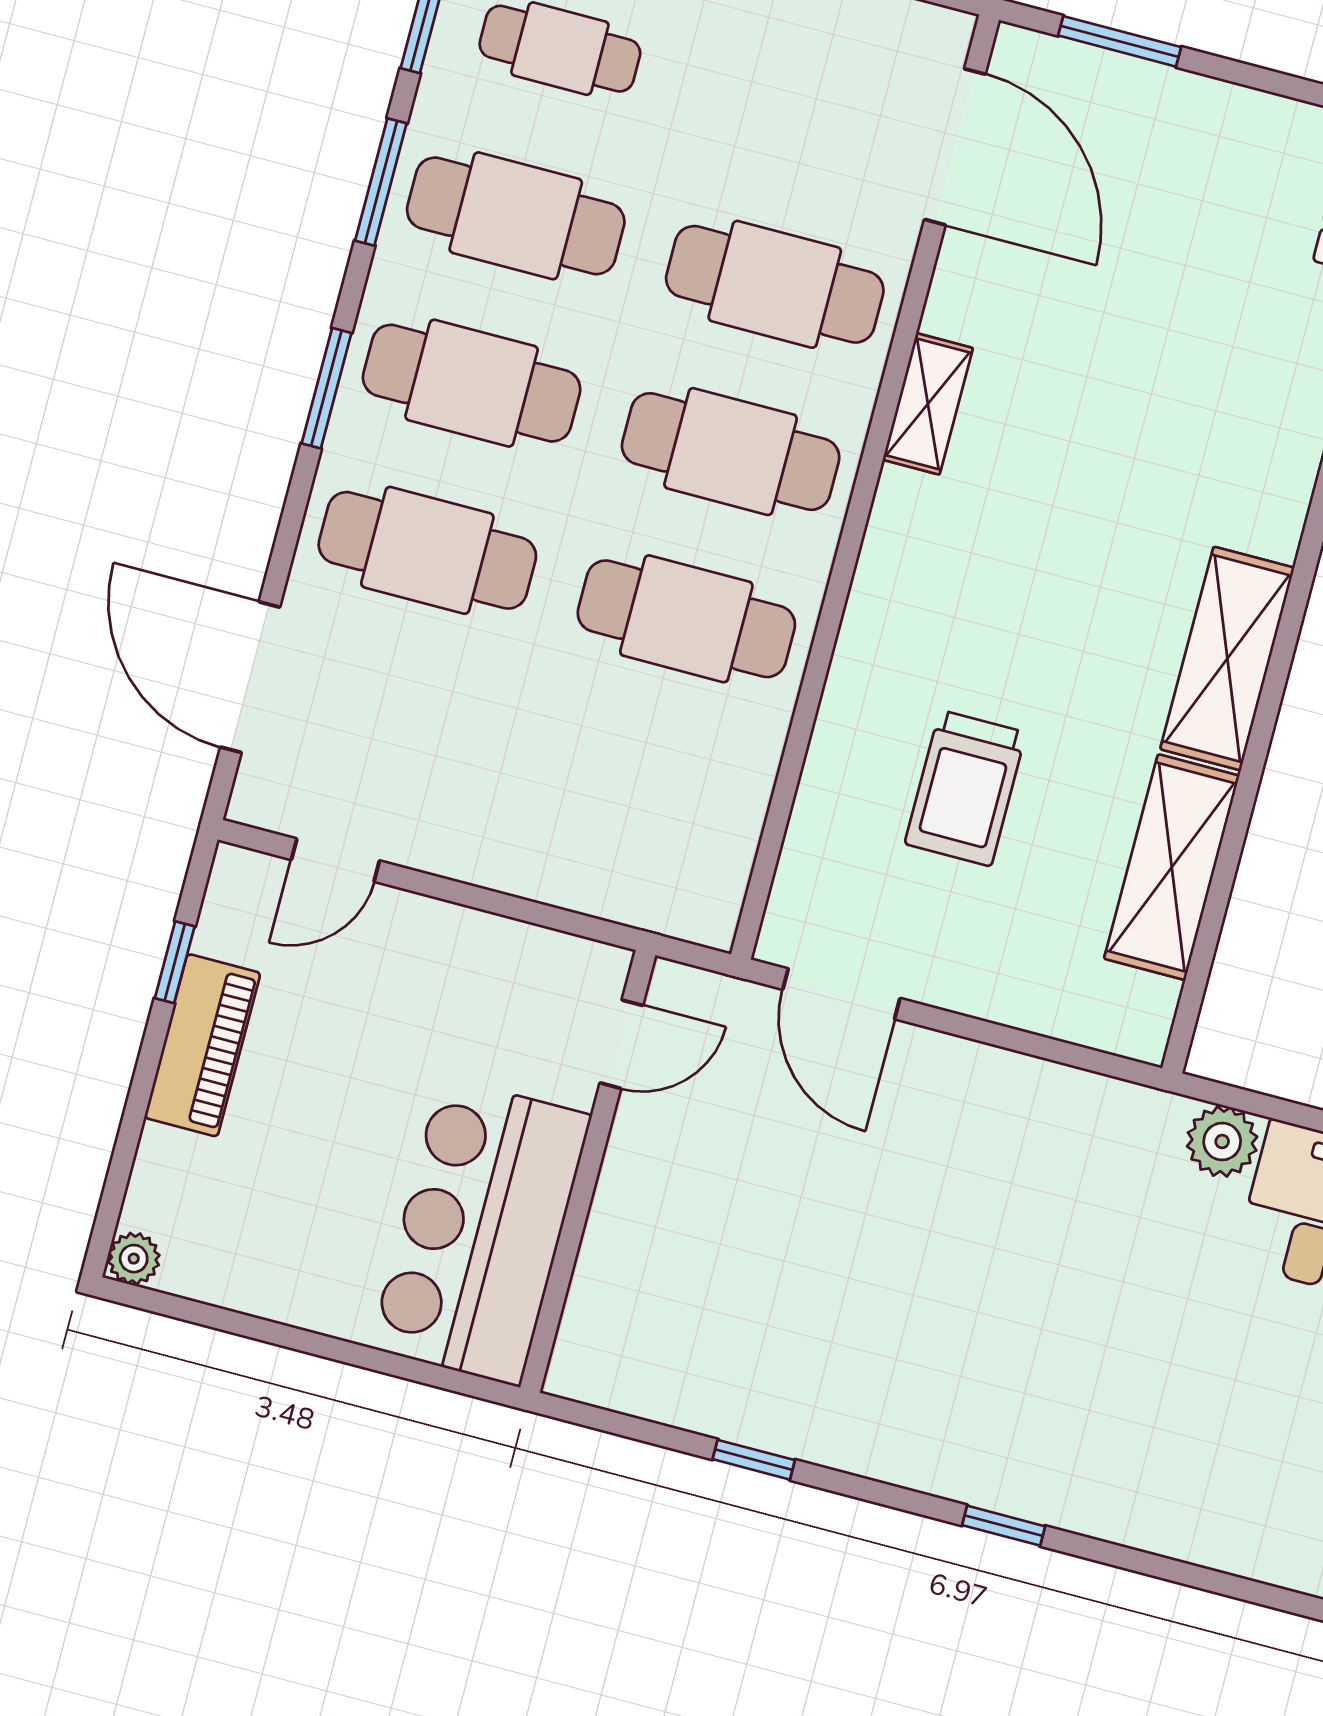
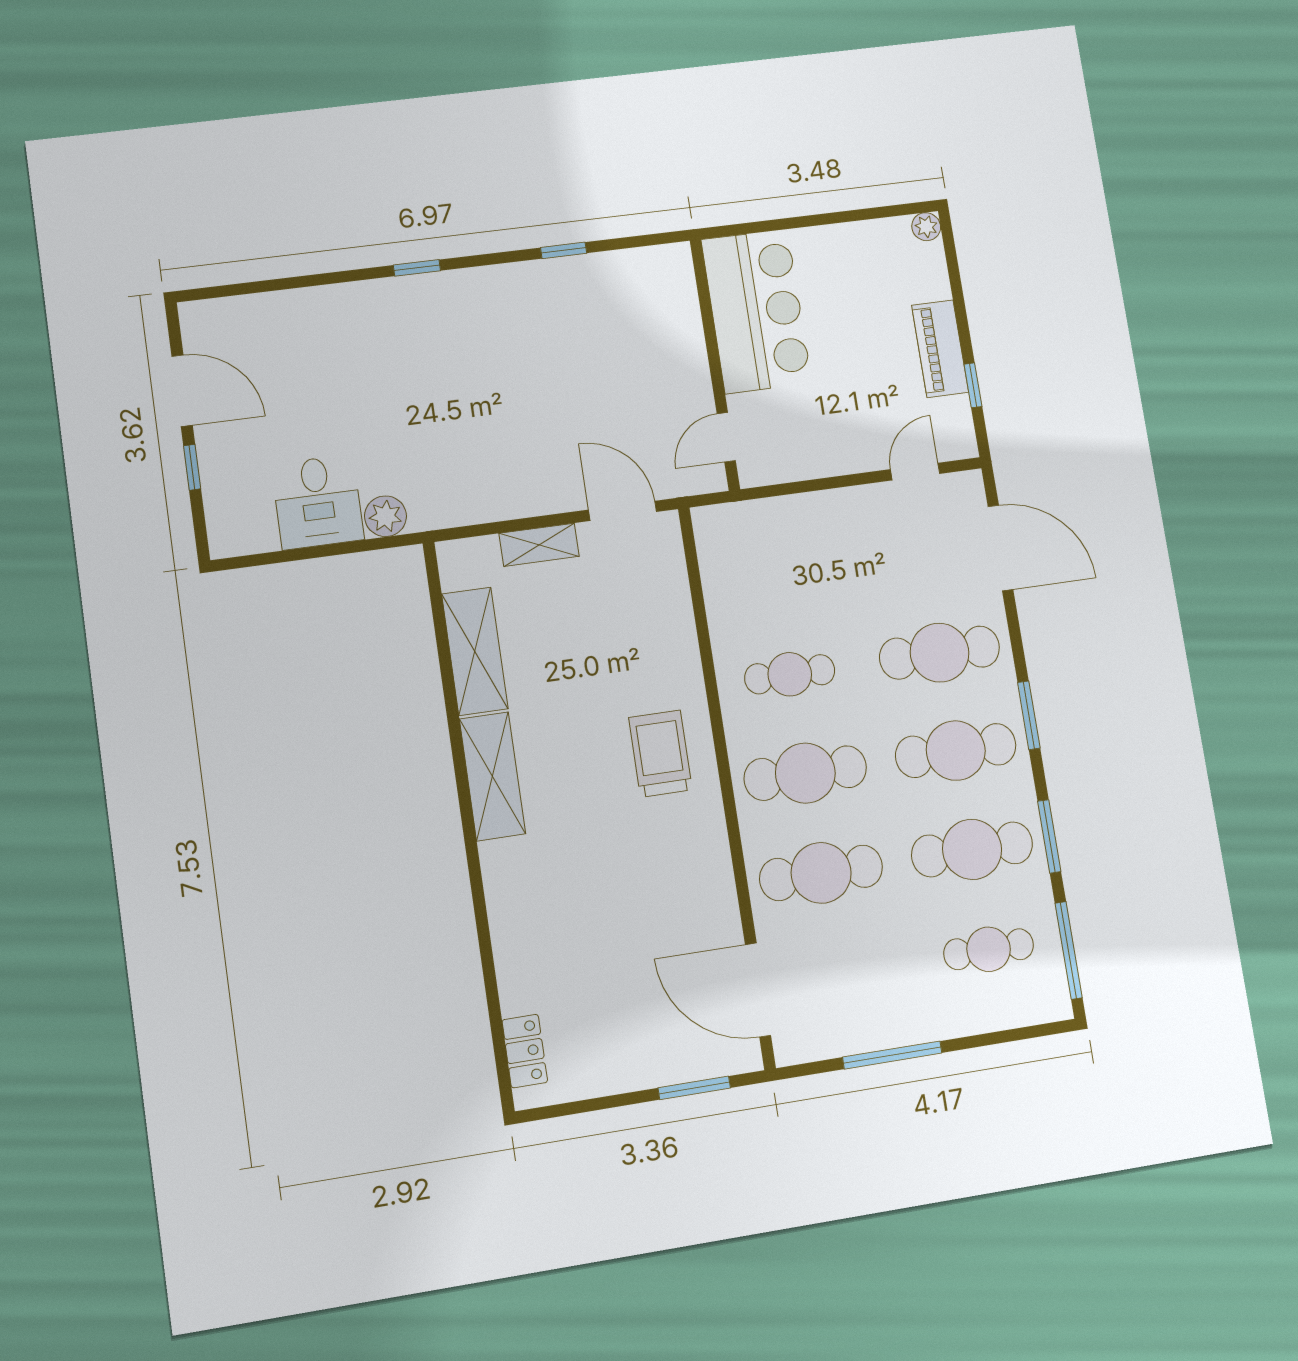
shelving: (928, 404) -> (539, 545), moved, turned 90
cafe table: (686, 619) -> (790, 674), width x0.73, depth x0.74
trolley: (965, 788) -> (660, 754), moved

